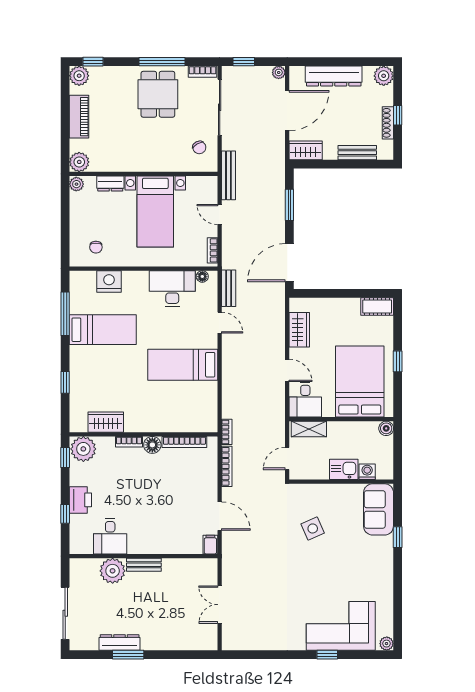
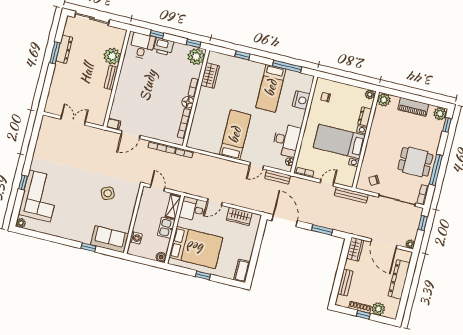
plant: (384, 76) -> (378, 309), moved
kitchen sink: (344, 469) -> (166, 228), moved, turned 180
desk: (110, 536) -> (142, 46), moved, turned 90

